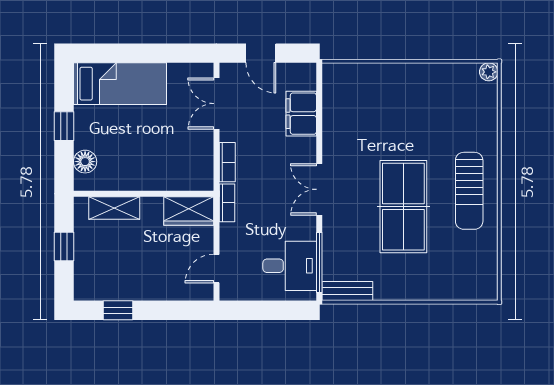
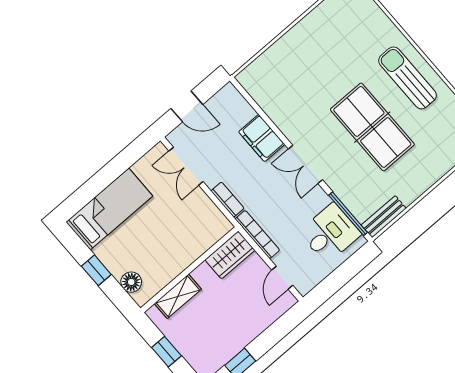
filing cabinet: (301, 114) -> (262, 138), moved
sun lounger: (469, 191) -> (408, 78), turned 180
bookcase: (227, 203) -> (257, 235), width x1.56

